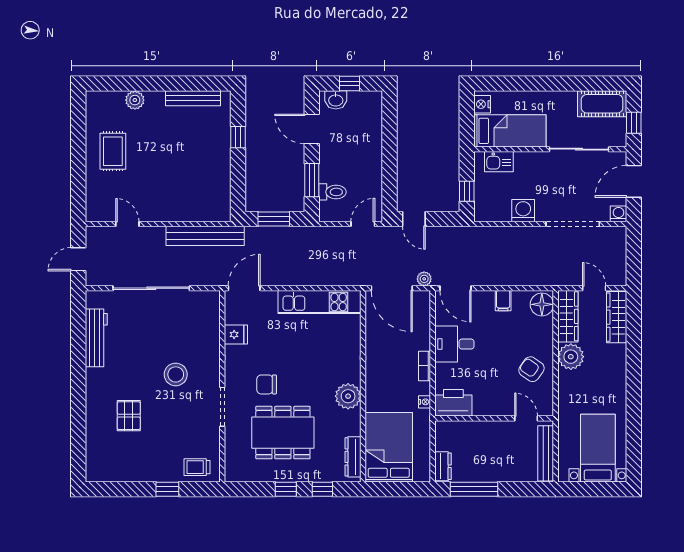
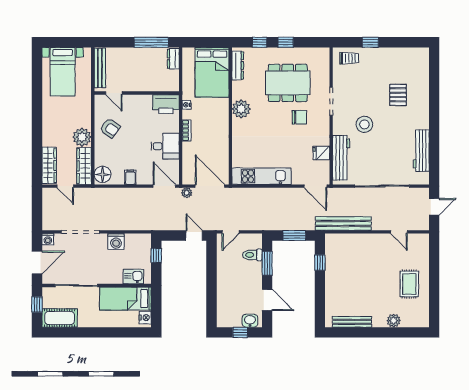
window: (238, 137) -> (320, 263), moved
door: (244, 288) -> (315, 186), hinge flipped
workbench: (208, 328) -> (341, 158), added

